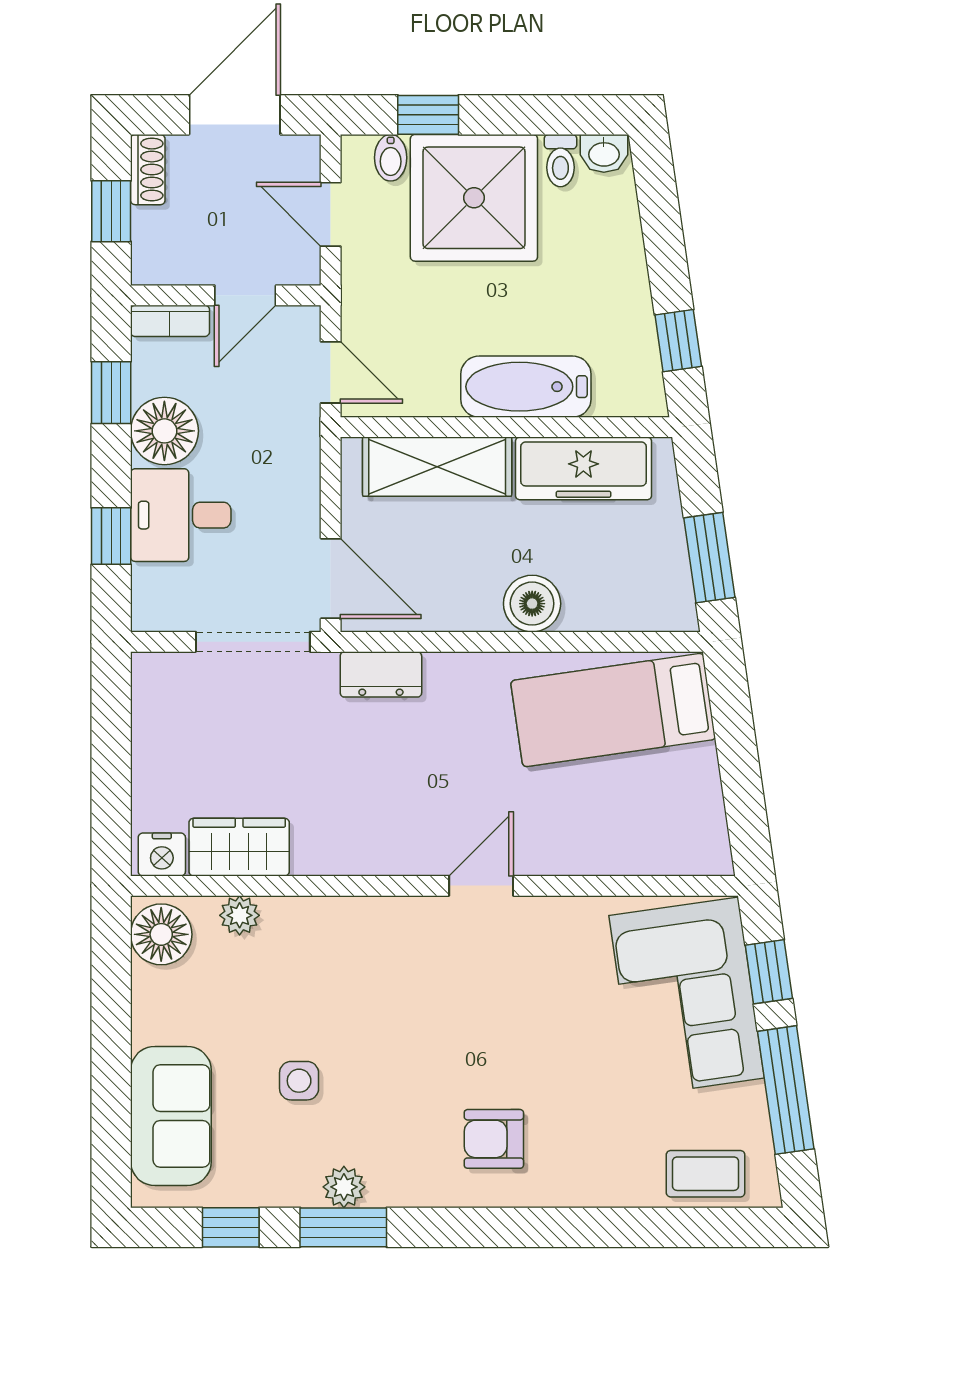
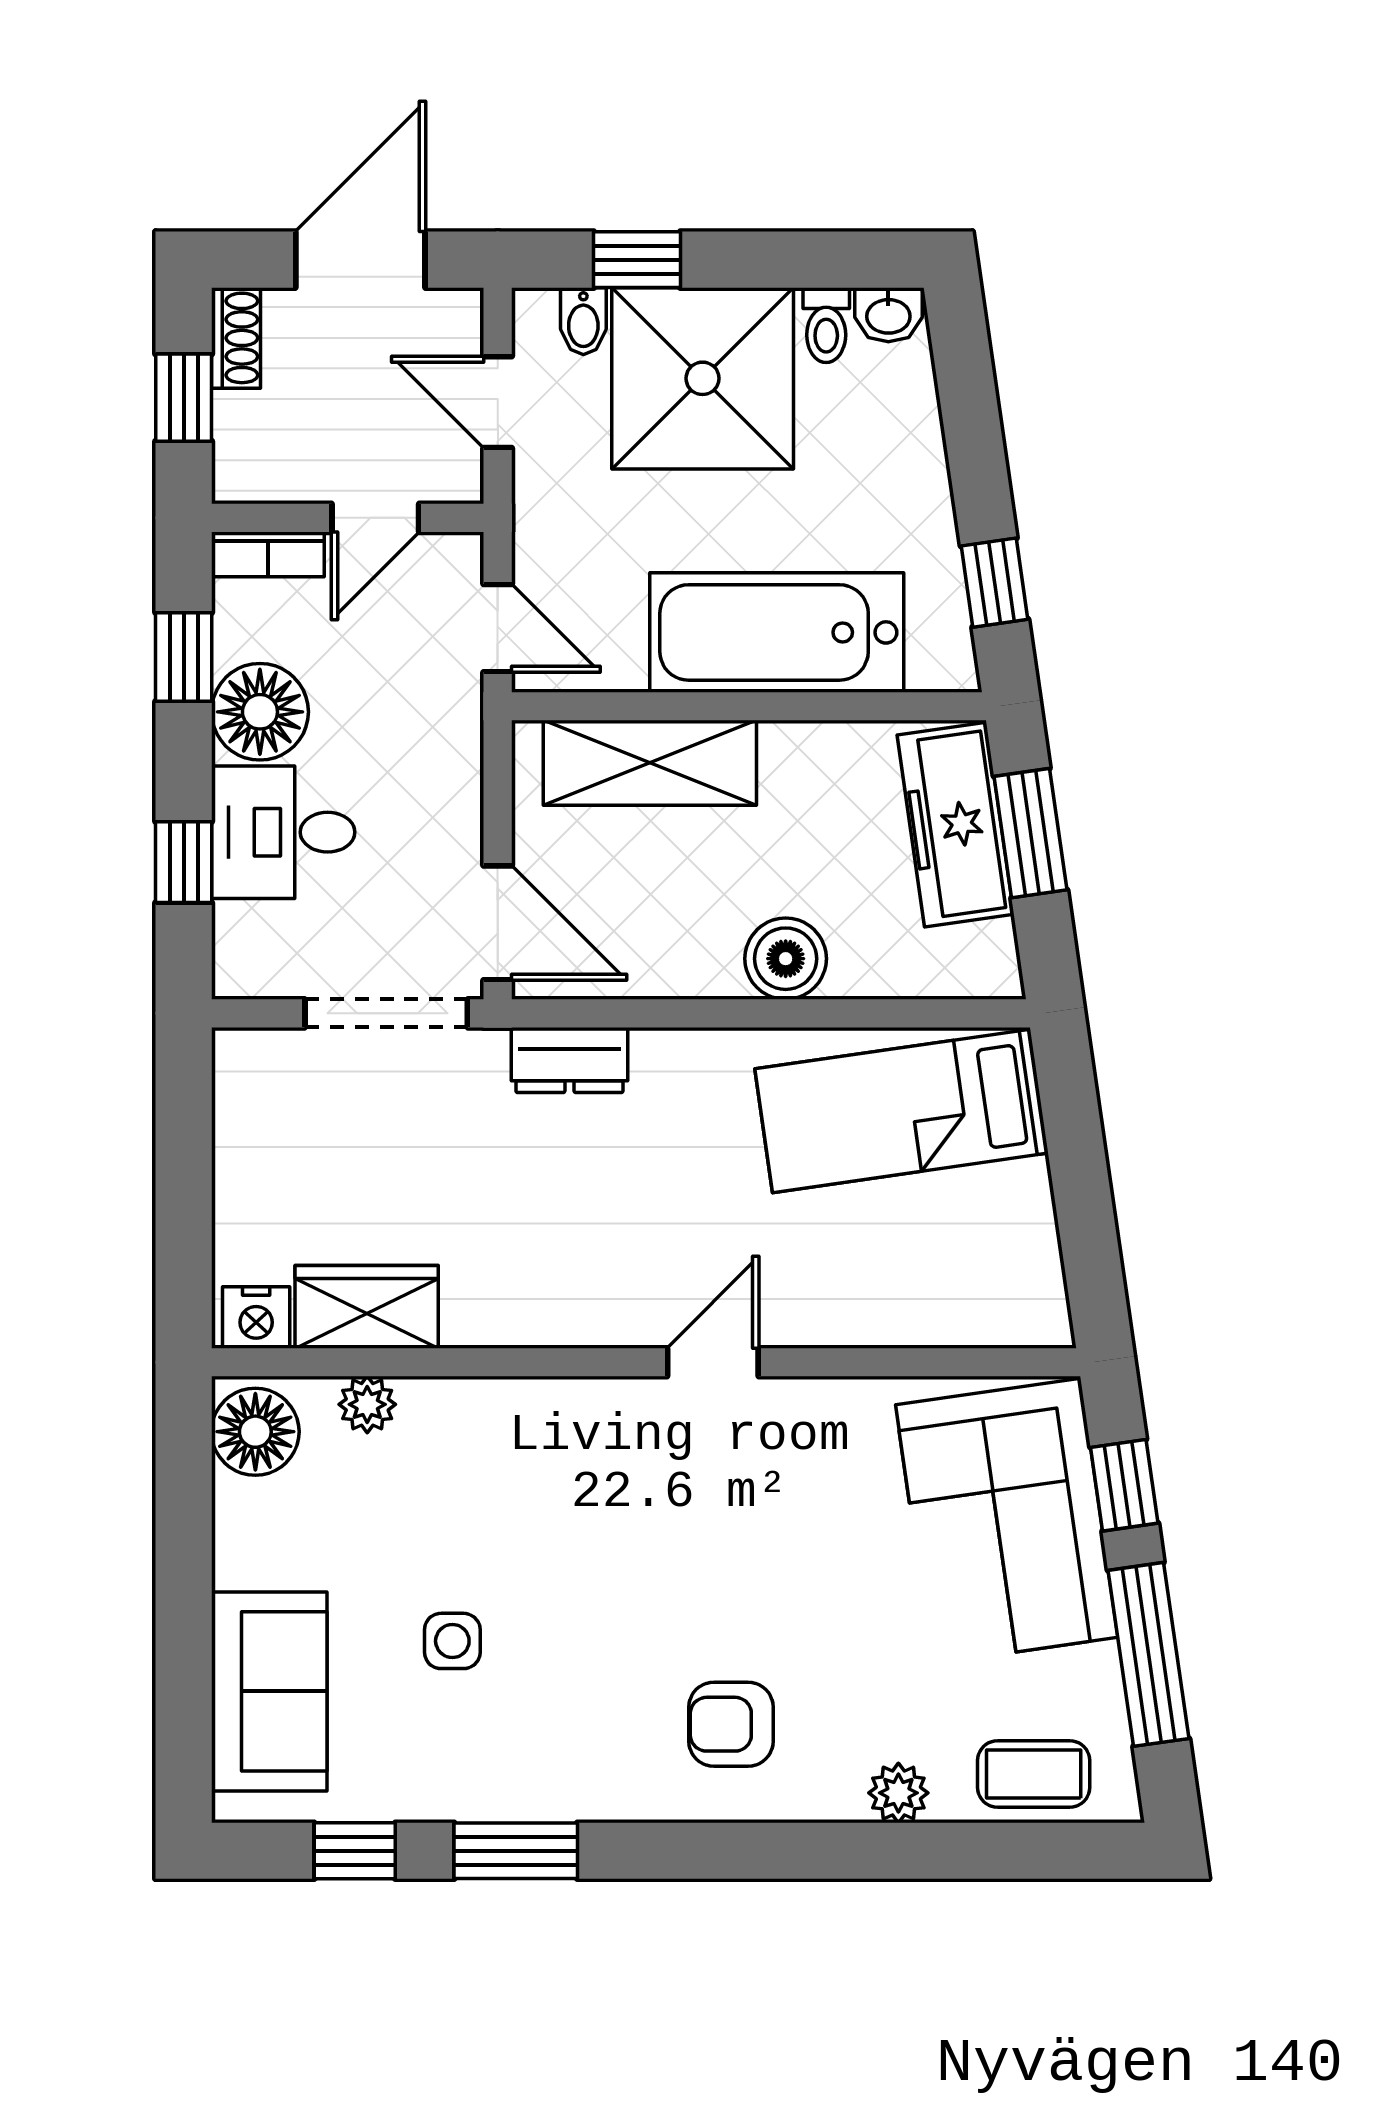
bathtub: (526, 387) -> (777, 632), width x1.36, depth x1.36
freezer: (583, 468) -> (956, 825), moved, turned 82
window: (709, 558) -> (1031, 833), moved
plant: (344, 1187) -> (898, 1793), moved

